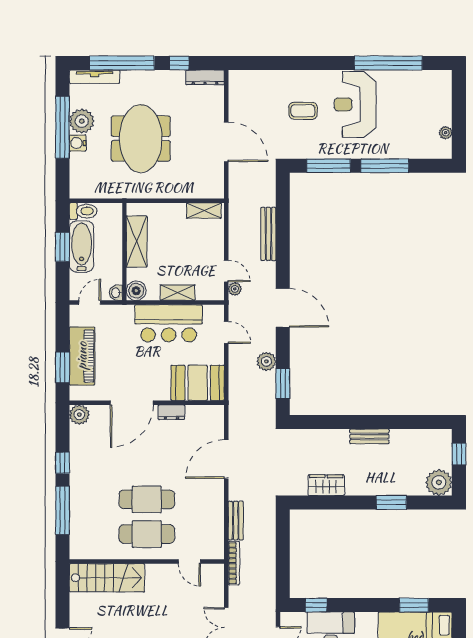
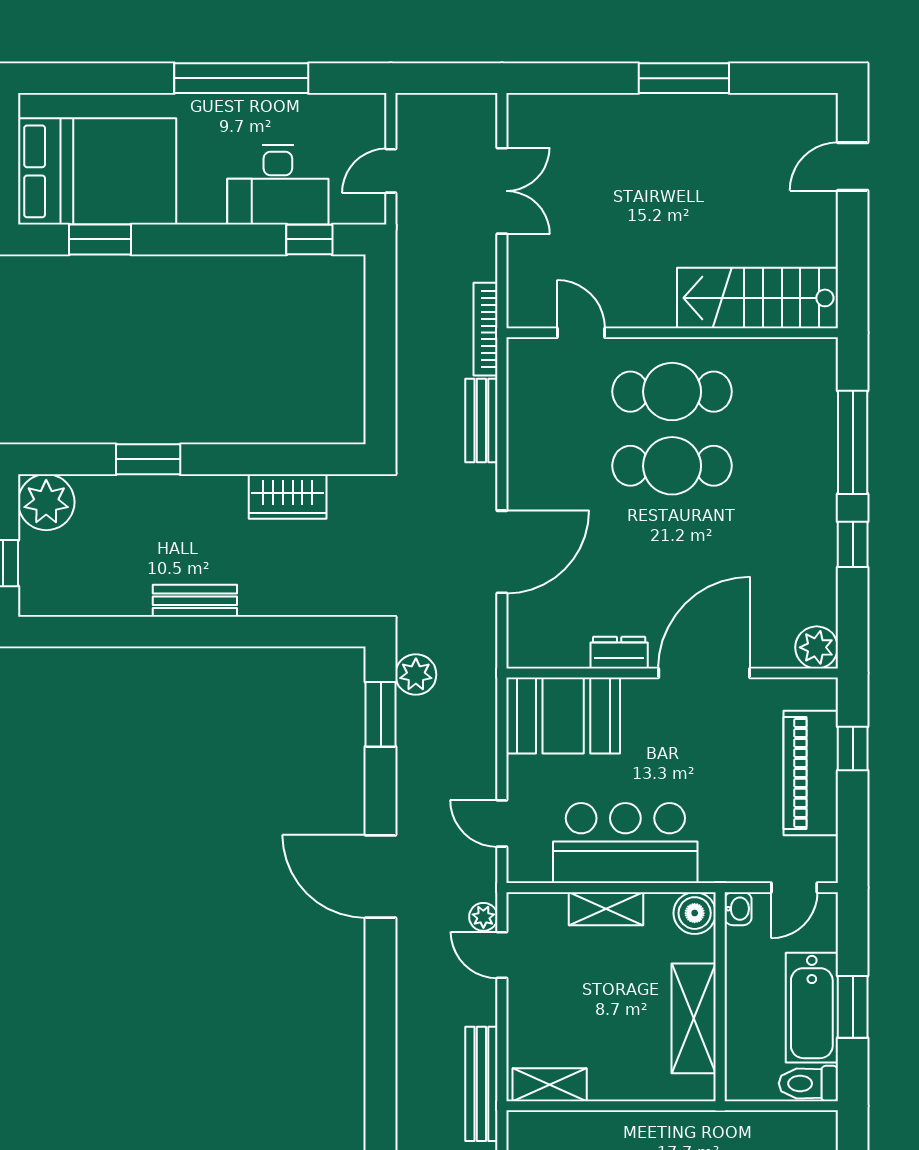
bench: (268, 234) -> (481, 1084), moved
plant: (266, 361) -> (416, 675), moved
window: (63, 367) -> (853, 749), width x0.67

